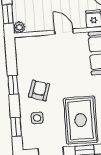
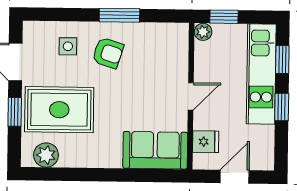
window: (13, 85) -> (119, 15), width x1.50
window: (16, 127) -> (57, 14), removed

